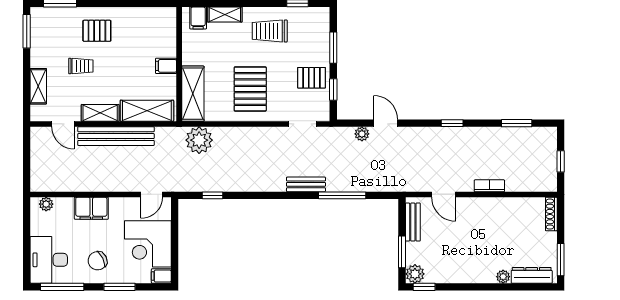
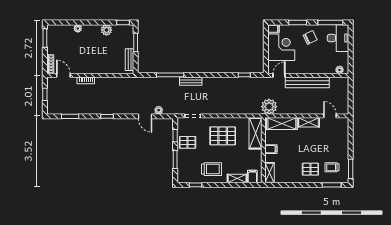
trolley: (81, 66) -> (332, 167), moved
shelving: (38, 86) -> (269, 173), moved
pallet: (250, 89) -> (223, 136), turned 90
bench: (116, 136) -> (307, 82), moved
plant: (199, 140) -> (269, 107), moved
door: (444, 194) -> (63, 75), moved
filing cabinet: (91, 208) -> (314, 68), removed
plant: (415, 274) -> (106, 30), moved
dresser: (532, 275) -> (61, 29), removed

